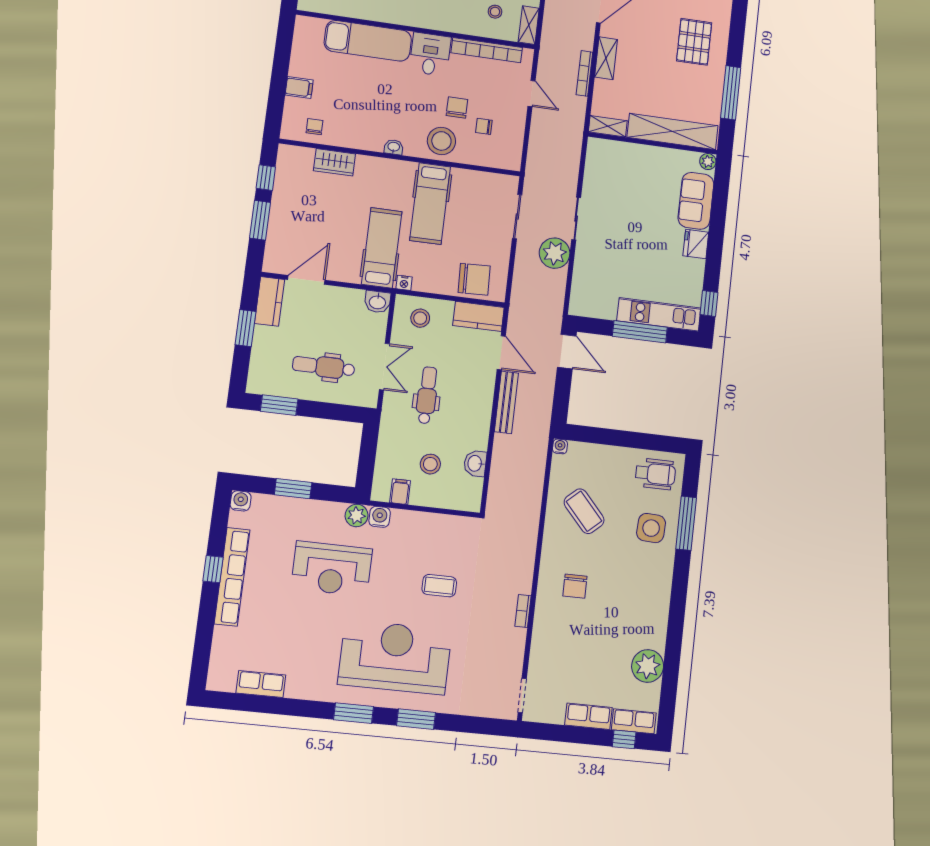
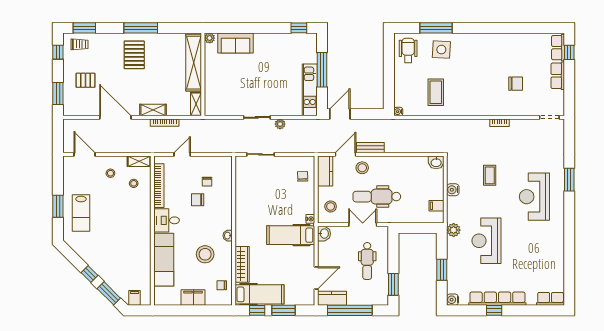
pallet: (694, 42) -> (134, 55), turned 90
filing cabinet: (299, 88) -> (193, 298), width x2.00
window: (731, 93) -> (141, 28), moved
stool: (441, 141) -> (205, 254), moved
wardrobe: (334, 162) -> (242, 264), width x1.50
hospital bed: (430, 204) -> (260, 294), moved
fridge: (696, 244) -> (263, 40), removed
plant: (555, 253) -> (280, 124), width x0.53, depth x0.53
chair: (474, 279) -> (303, 176), width x0.54, depth x0.54
door: (306, 280) -> (316, 278), swing flipped
kitchen unit: (659, 314) -> (310, 90), moved
window: (246, 328) -> (350, 310), width x2.11
dental chair: (427, 395) -> (377, 197), width x1.36, depth x1.38
bench: (506, 402) -> (370, 148), width x0.73
washbasin: (475, 463) -> (436, 162), moved
stool: (430, 464) -> (362, 168), moved
coffee table: (584, 511) -> (436, 92), turned -48
water cooler: (380, 517) -> (453, 190), moved
reception desk: (332, 569) -> (487, 241), turned 180
chair: (575, 586) -> (516, 84), moved
reception desk: (395, 657) -> (534, 197), width x0.74, depth x0.77
plant: (648, 666) -> (524, 43), removed
row of seats: (261, 684) -> (551, 299), moved, turned 90
window: (354, 713) -> (569, 217), removed

